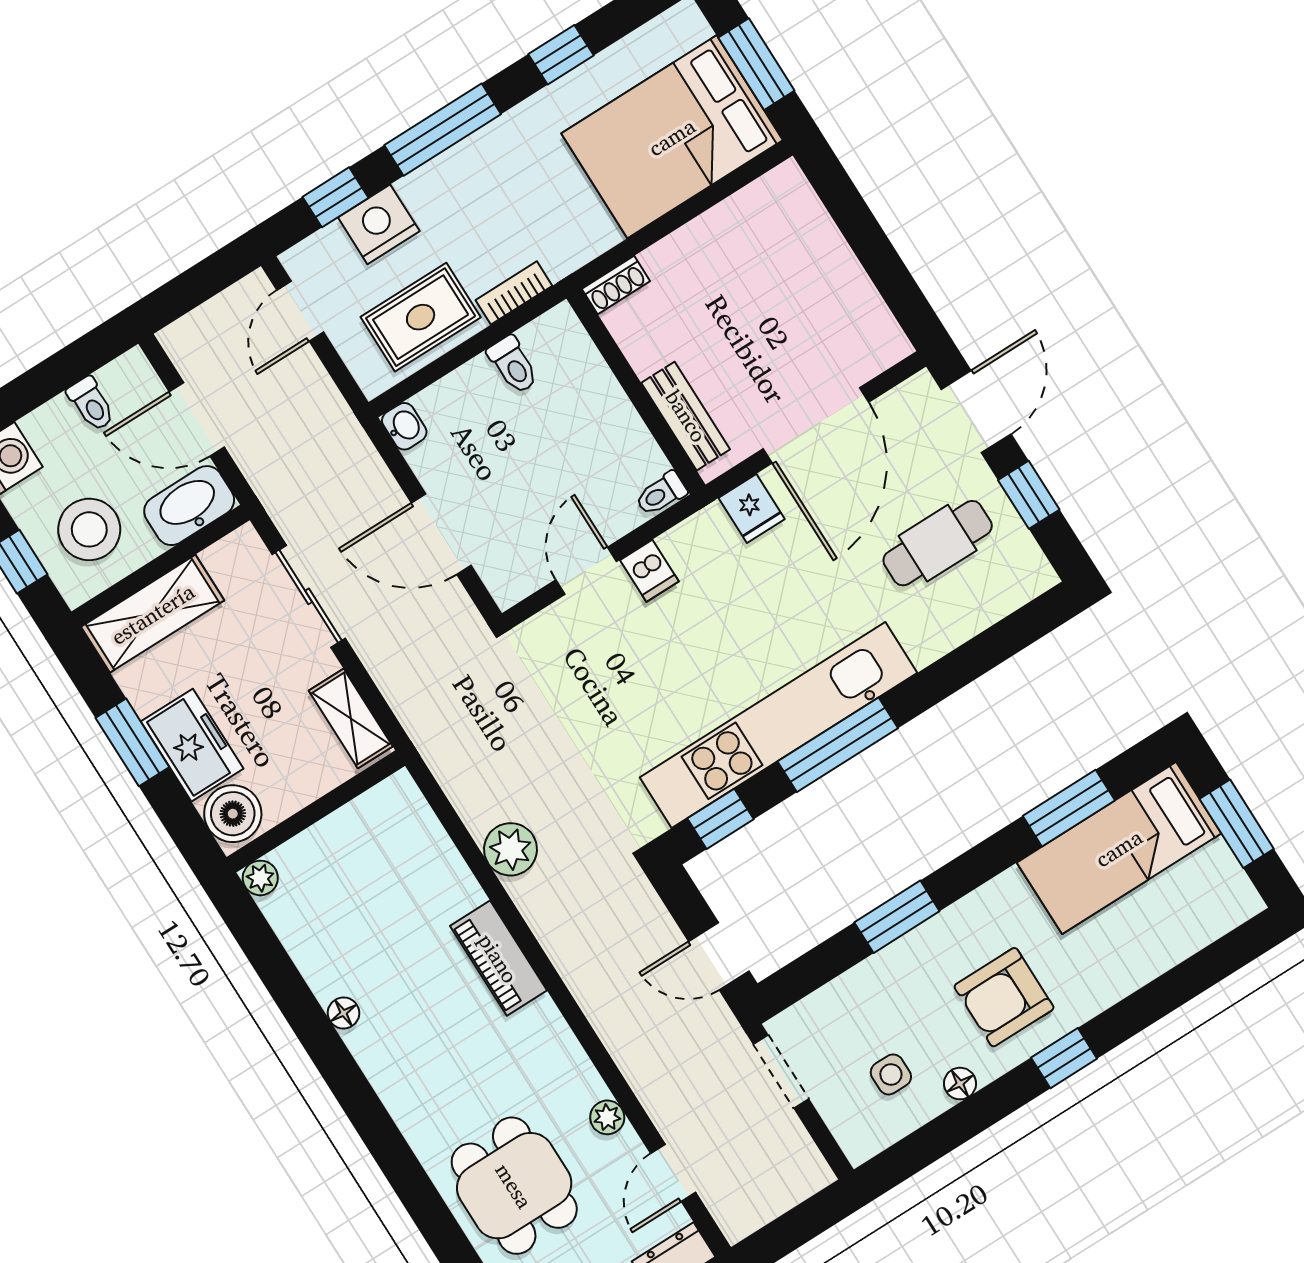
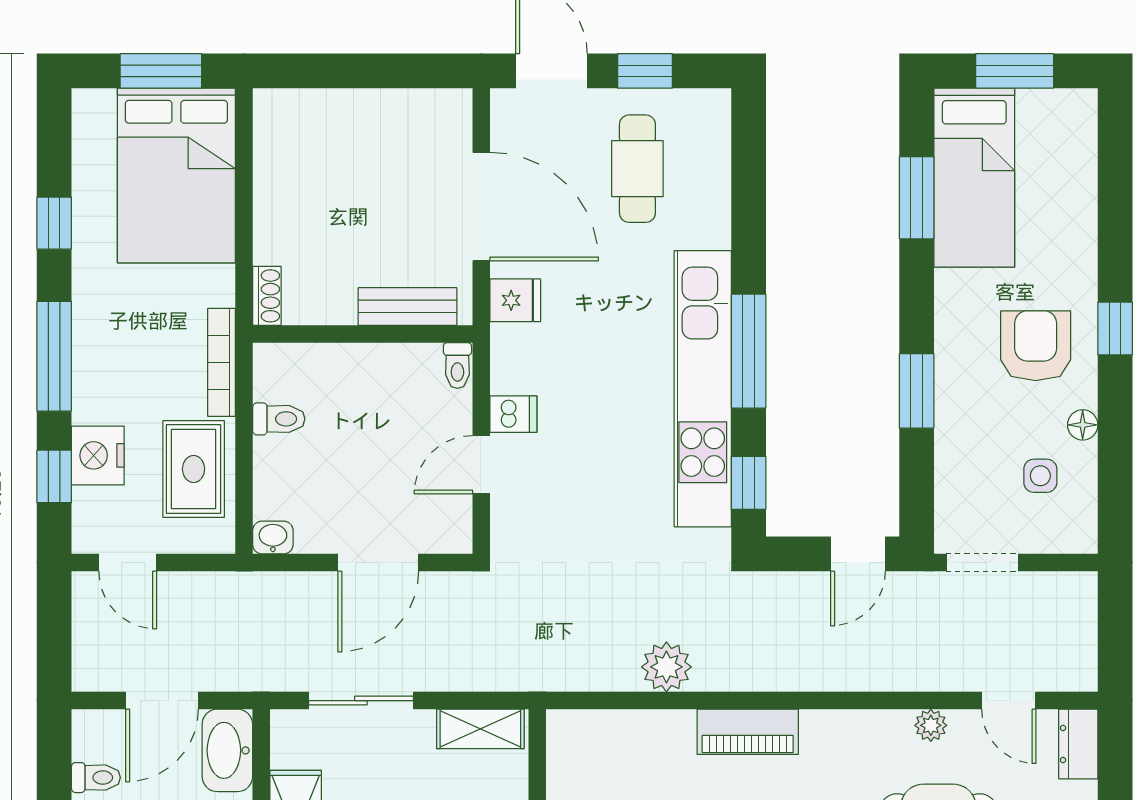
bookcase: (514, 293) -> (222, 362), width x1.56
door: (586, 571) -> (481, 465), hinge flipped
armchair: (1004, 997) -> (1036, 346), turned 180

